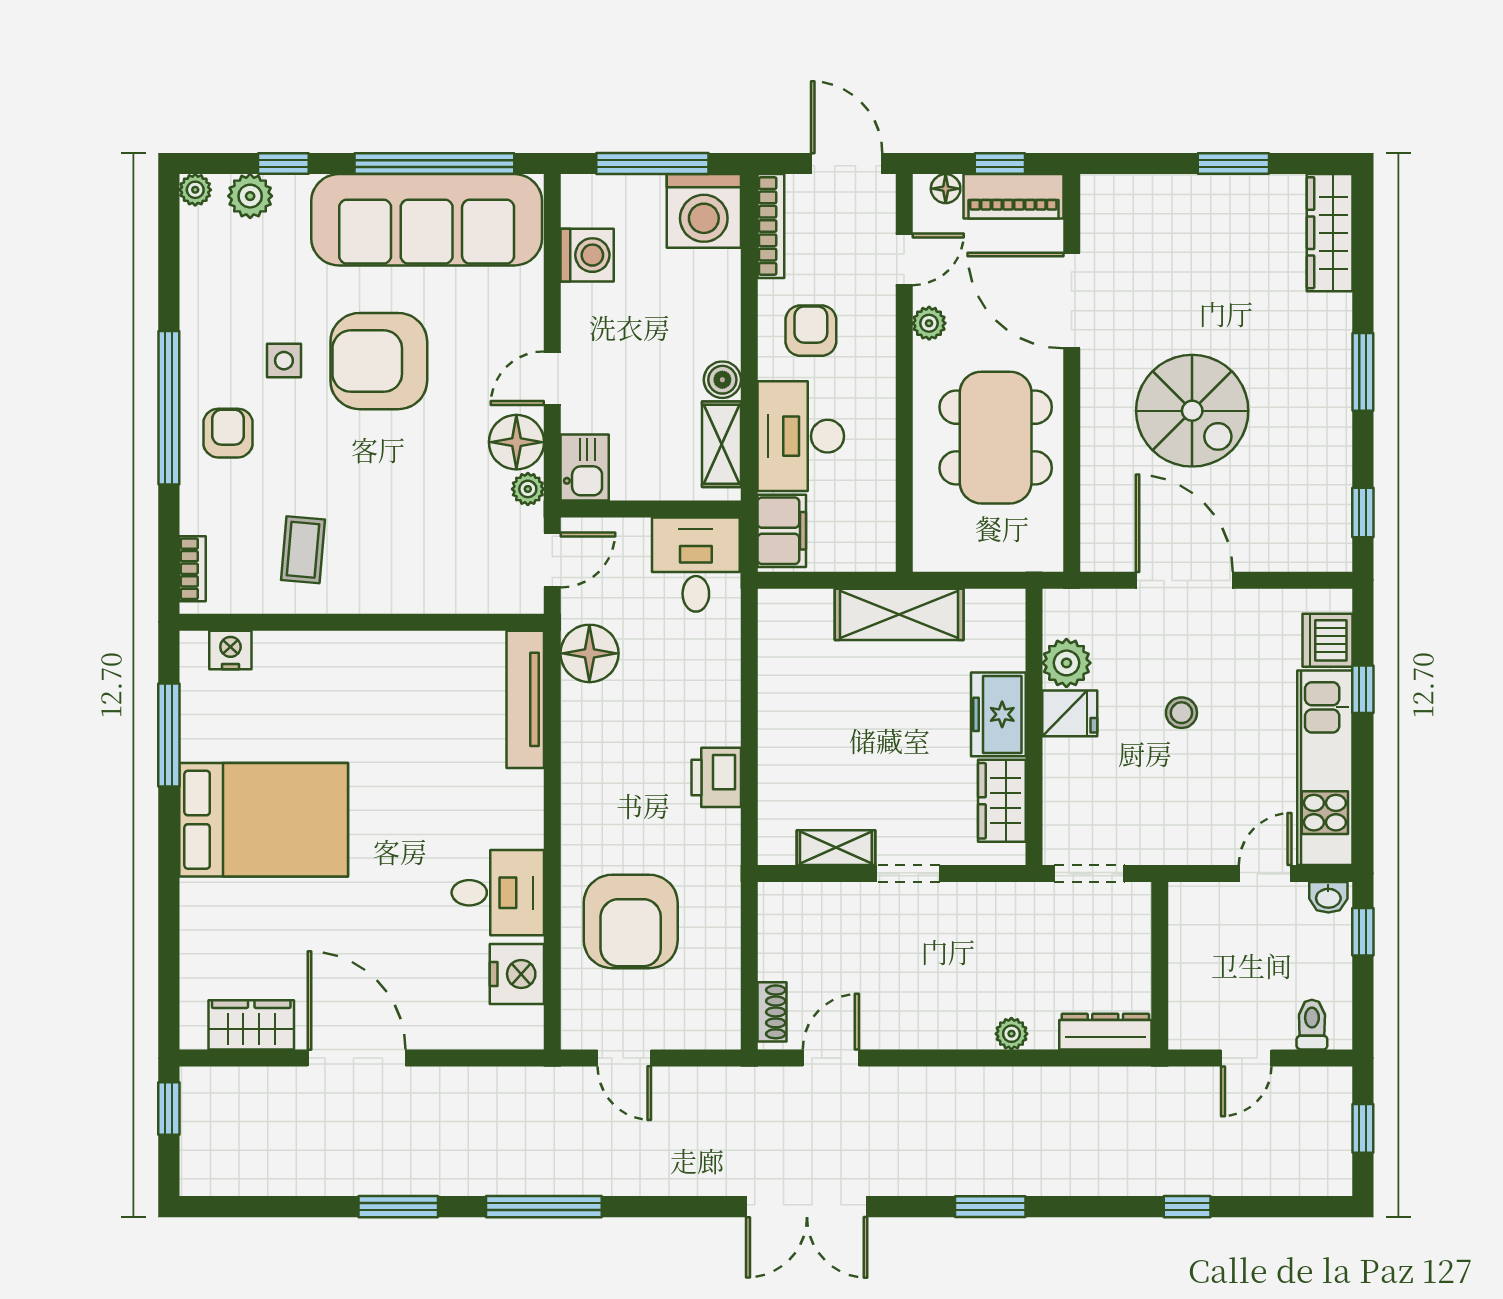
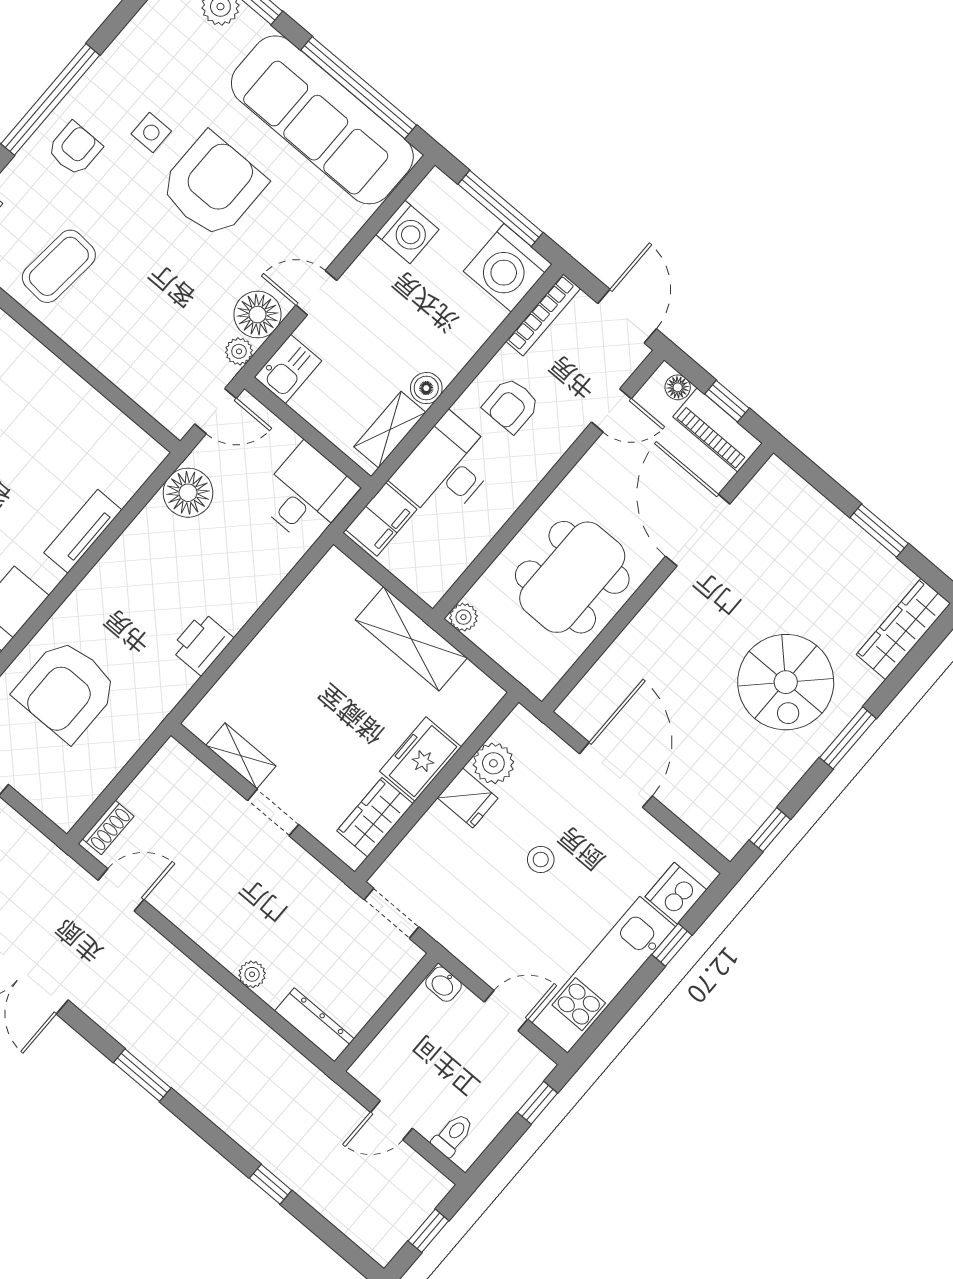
plant: (929, 323) -> (463, 617), moved
armchair: (811, 331) -> (511, 405), turned 180
armchair: (379, 361) -> (213, 185), turned 90
spiral stairs: (1192, 411) -> (786, 682), moved
coffee table: (303, 550) -> (59, 266), width x1.36, depth x1.30
tv unit: (525, 699) -> (83, 531), moved, width x0.71
washbasin: (1328, 897) -> (444, 984), moved

